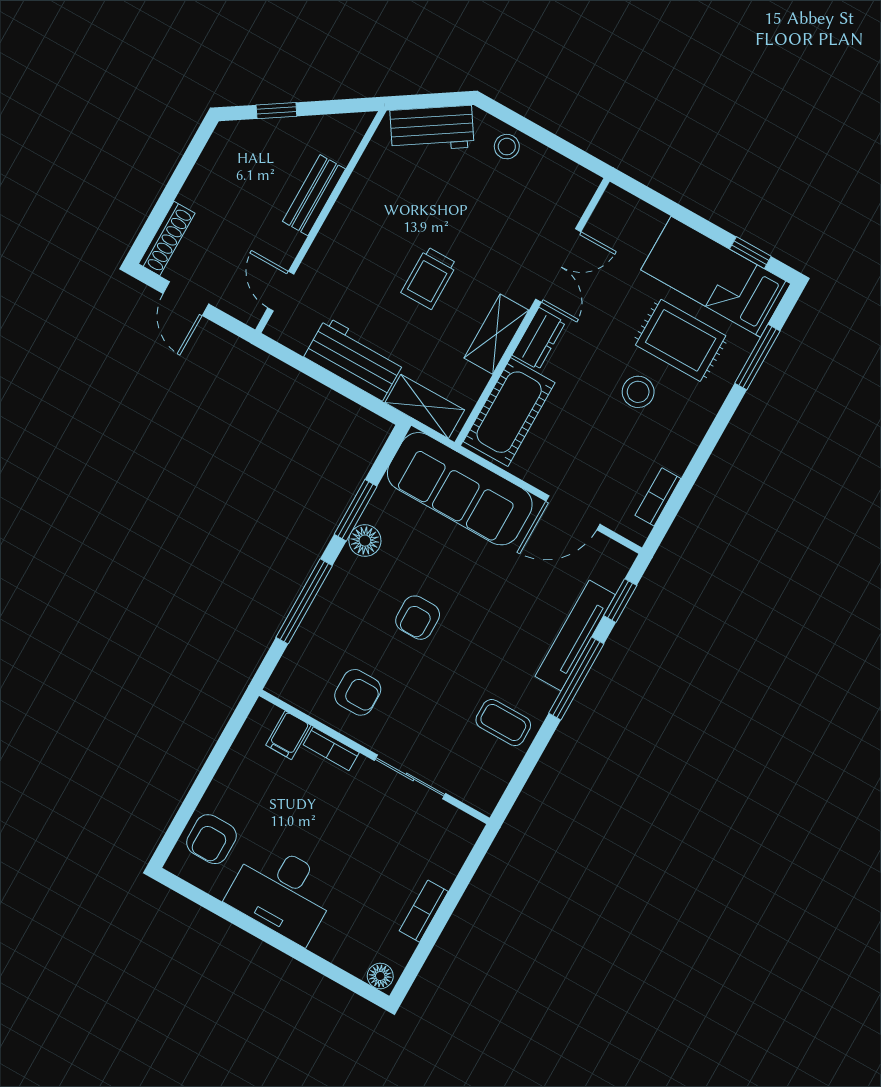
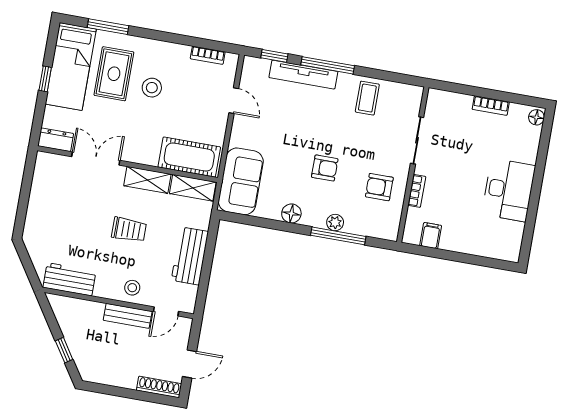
workbench: (432, 129) -> (69, 279), moved, turned -57
stool: (507, 147) -> (132, 288), moved
bench: (314, 195) -> (128, 316), moved
window: (750, 253) -> (45, 79), moved
dresser: (539, 339) -> (56, 140), moved
shelving: (425, 406) -> (193, 188), moved, turned 90
sofa: (460, 489) -> (241, 181), width x0.73
window: (356, 510) -> (276, 225), removed
door: (573, 513) -> (234, 101), width x0.73
plant: (327, 604) -> (335, 223), added
armchair: (358, 692) -> (379, 187), turned -90
filing cabinet: (288, 735) -> (431, 236), moved, turned -90
armchair: (211, 839) -> (492, 241), removed

